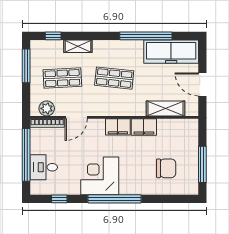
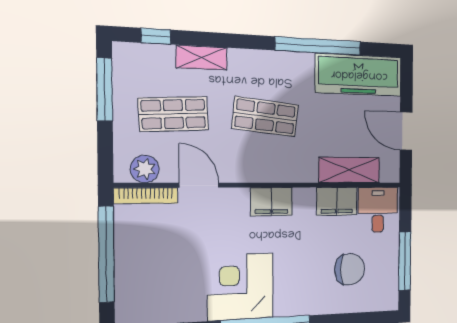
door: (76, 117) -> (199, 185), swing flipped
filing cabinet: (144, 127) -> (337, 201), moved
desk: (44, 167) -> (378, 210), moved, turned 90

